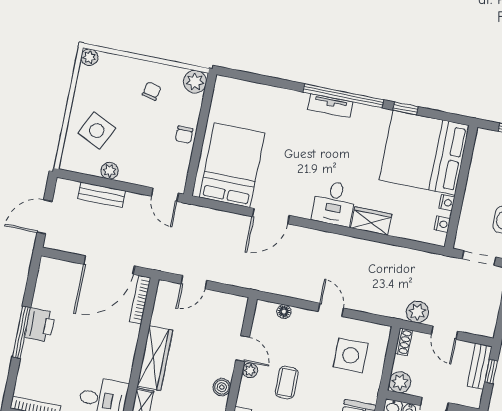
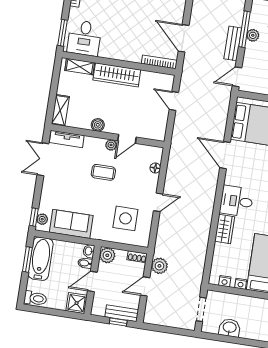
window: (101, 182) -> (244, 29), added
bench: (102, 195) -> (233, 43), moved
door: (109, 265) -> (184, 38), width x0.73

